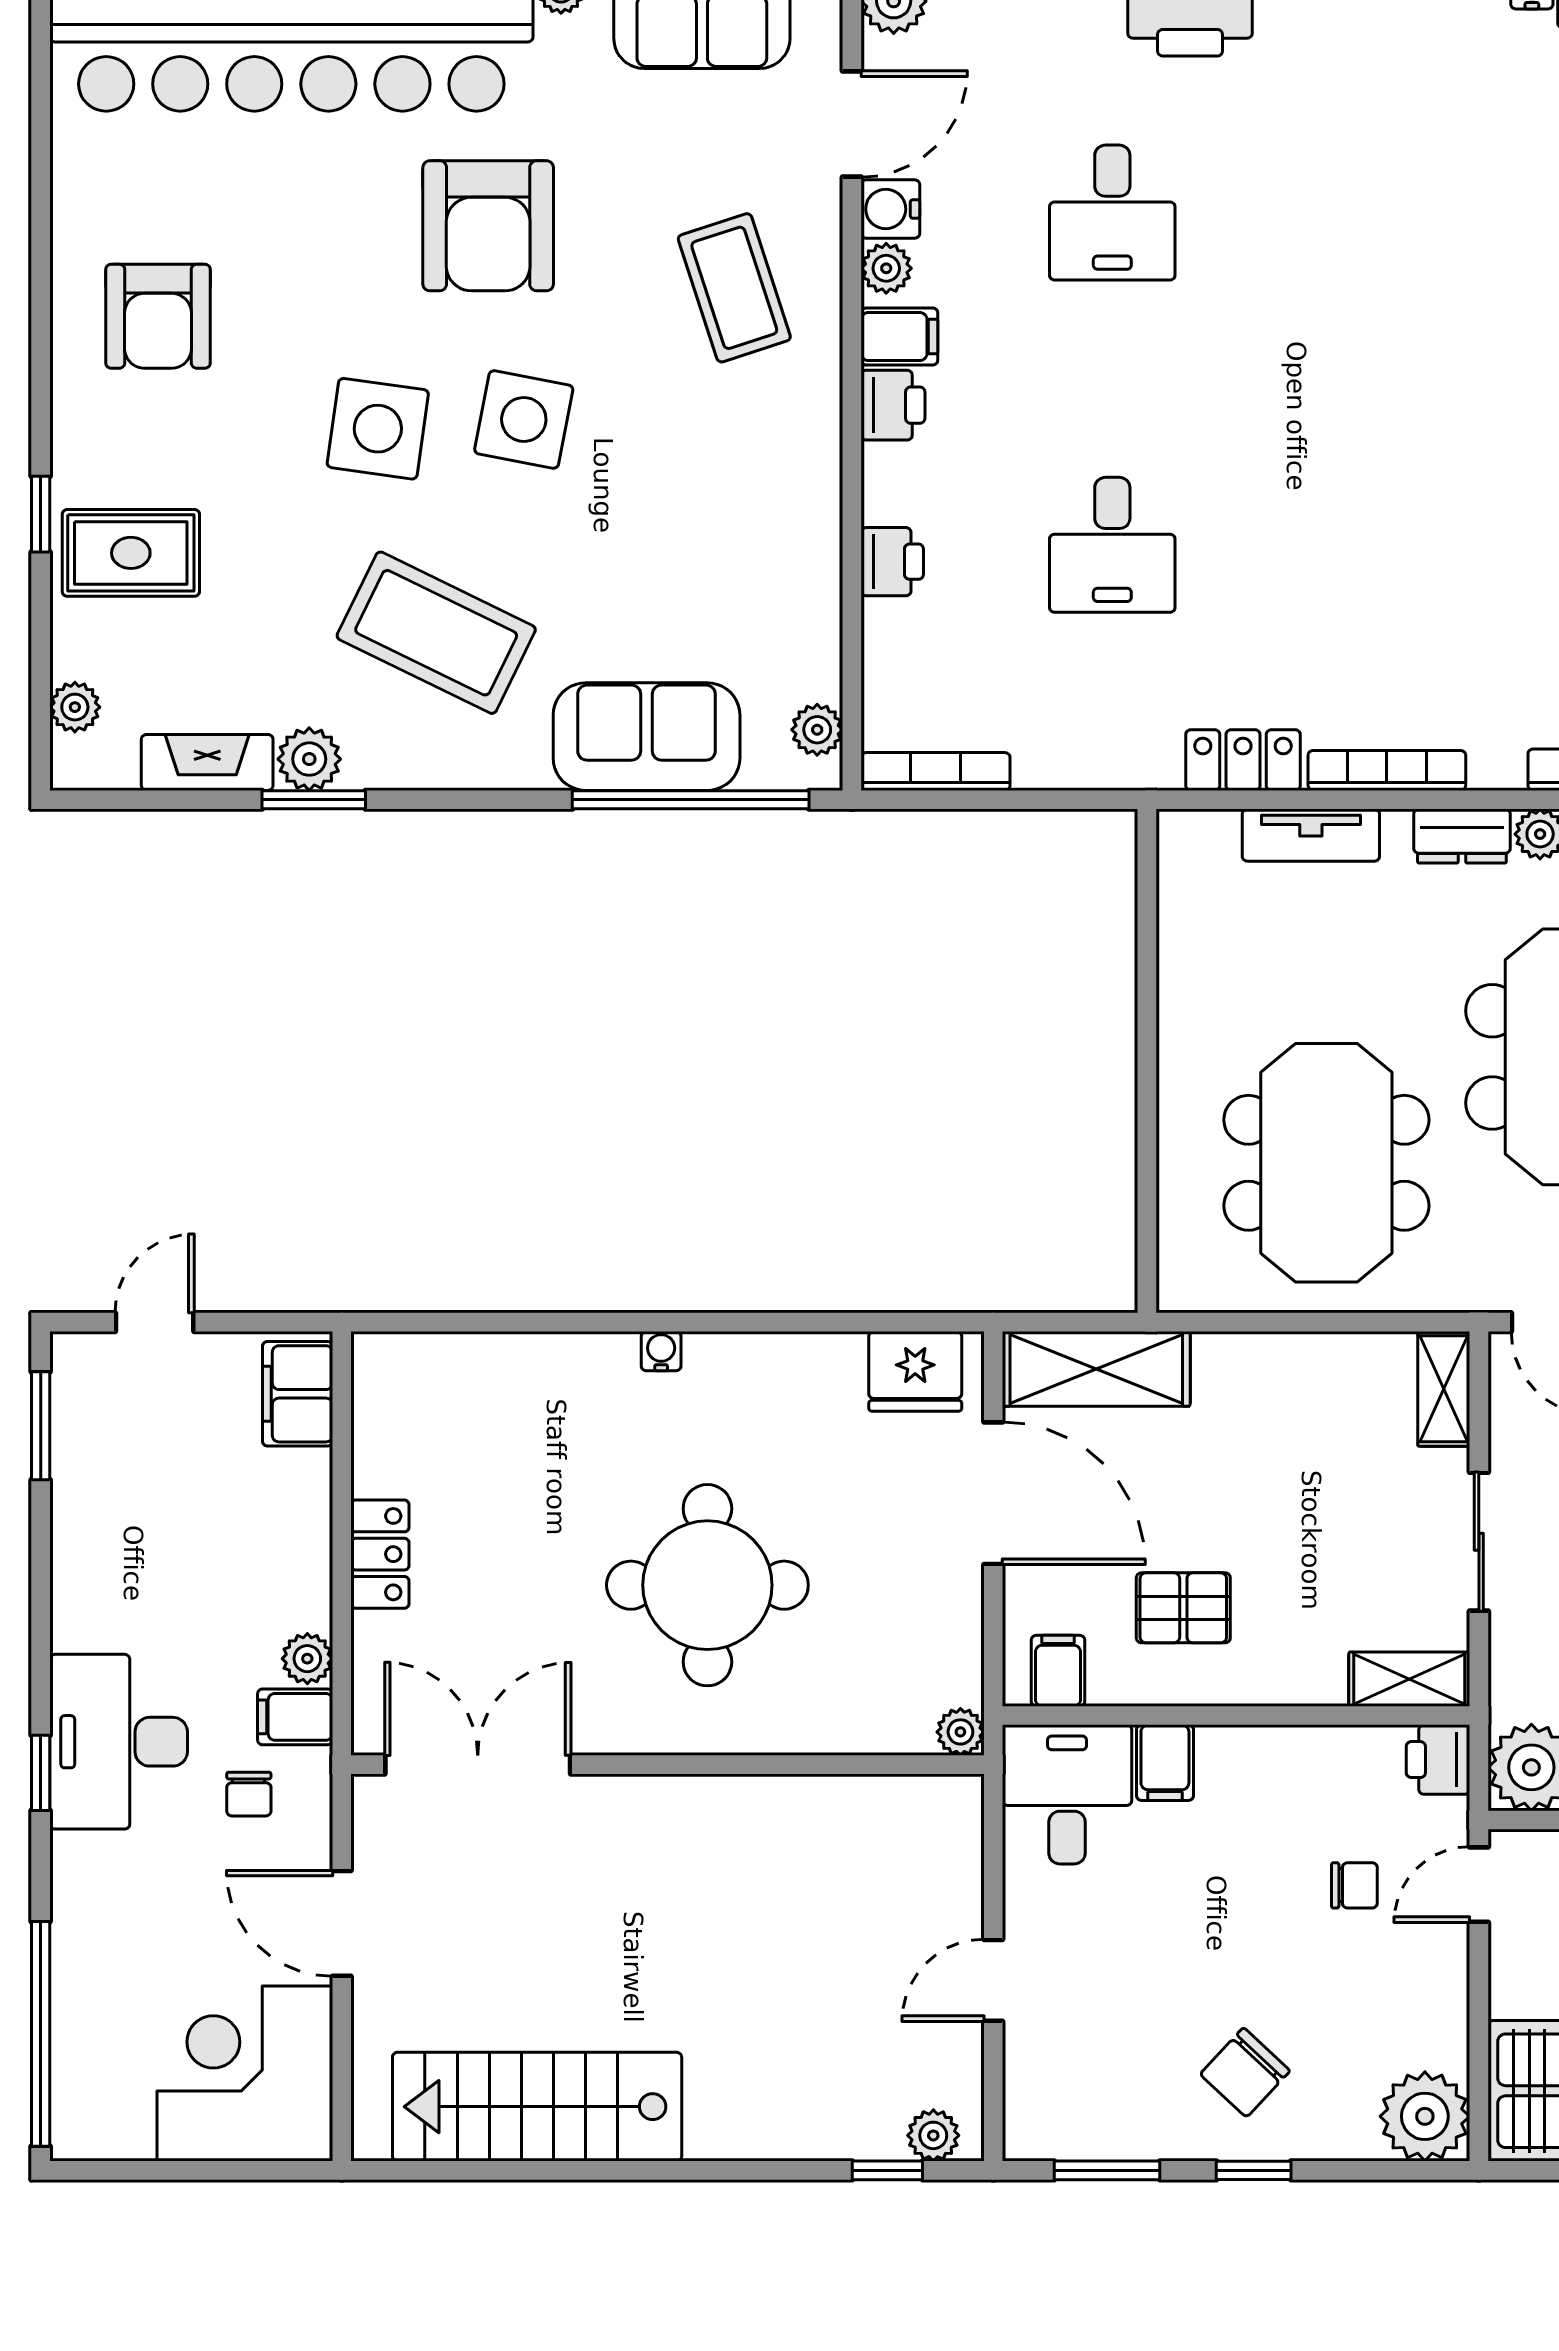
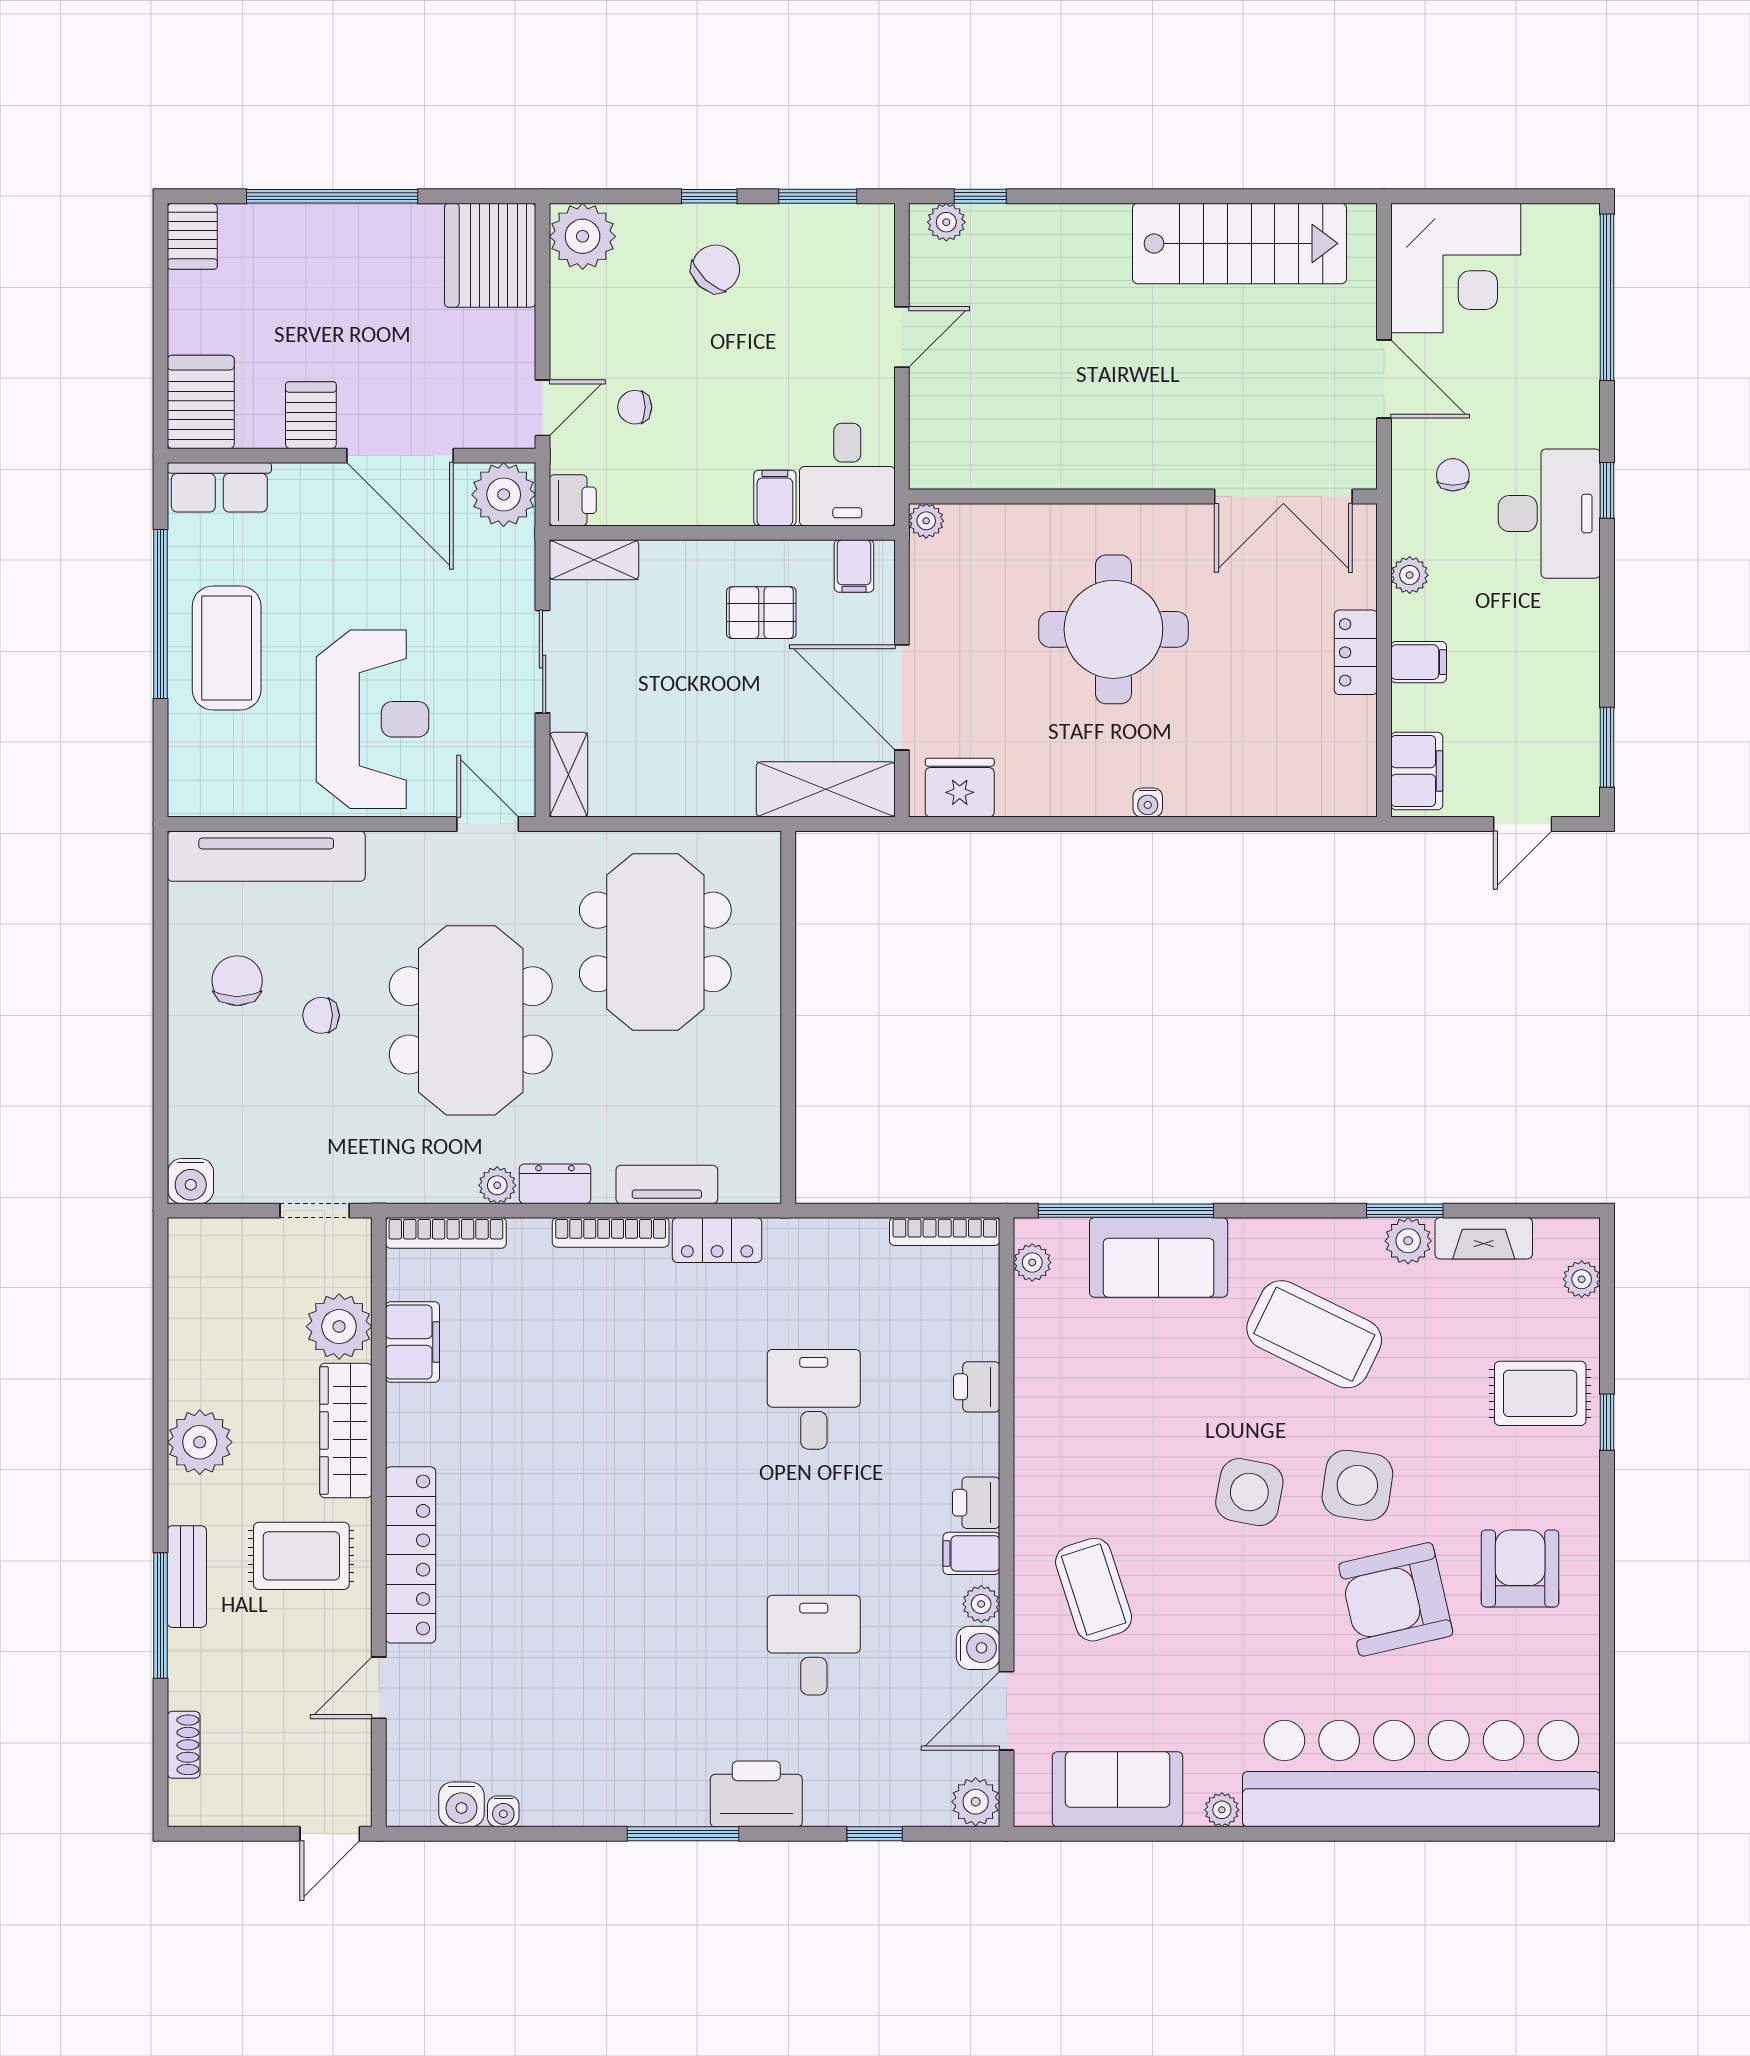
armchair: (488, 226) -> (1396, 1599), moved, turned -103
filing cabinet: (295, 1717) -> (1419, 662), moved

